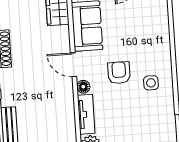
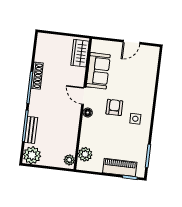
tv unit: (86, 114) -> (86, 132), removed

